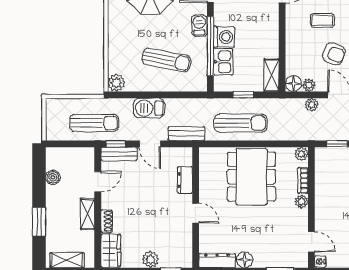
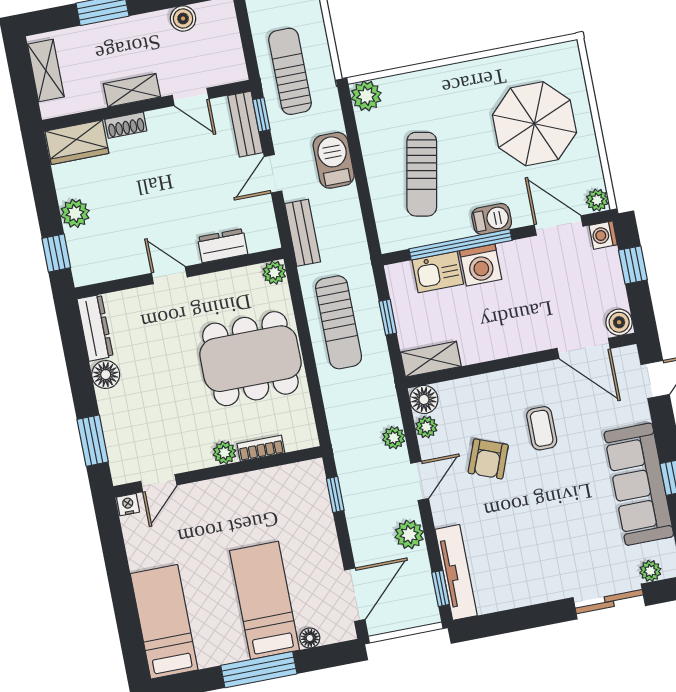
sun lounger: (94, 123) -> (290, 71), turned 180
plant: (301, 154) -> (274, 273), moved
door: (196, 213) -> (169, 275), swing flipped

